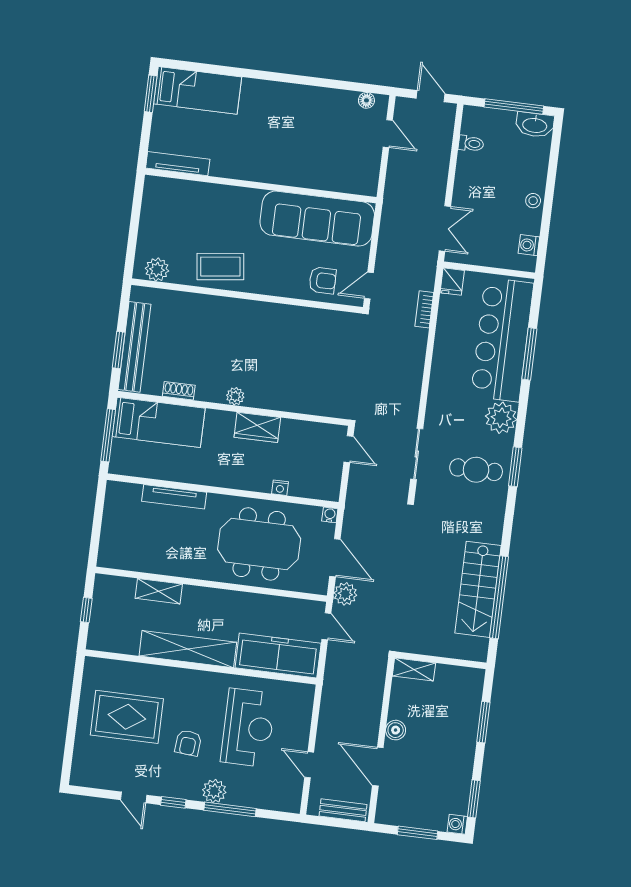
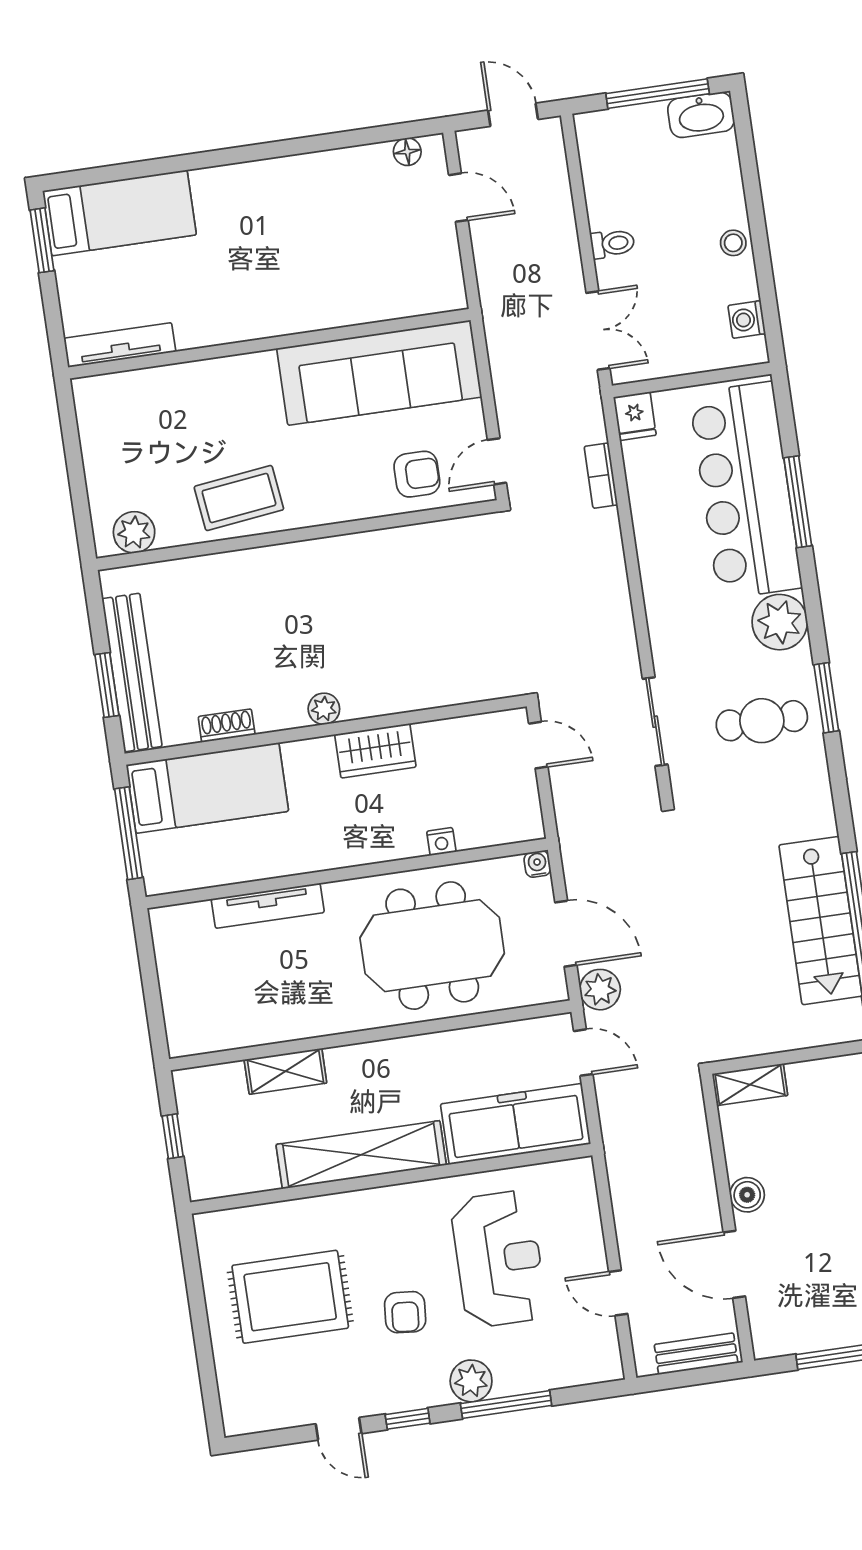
toilet: (471, 144) -> (612, 244), moved

